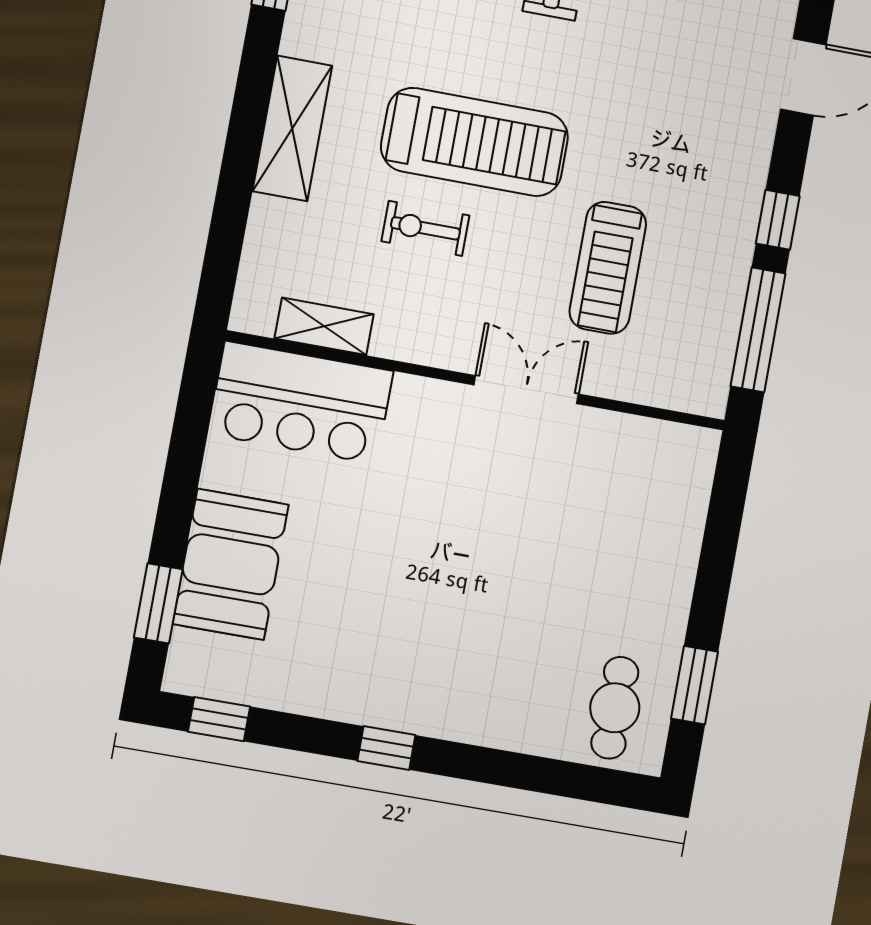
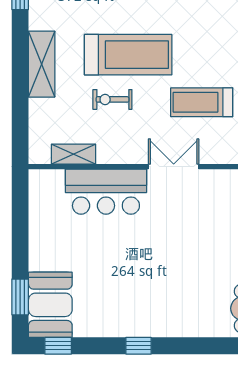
treadmill: (608, 268) -> (202, 102), turned 90
bar counter: (301, 402) -> (106, 192), moved
booth: (231, 564) -> (50, 305), moved

